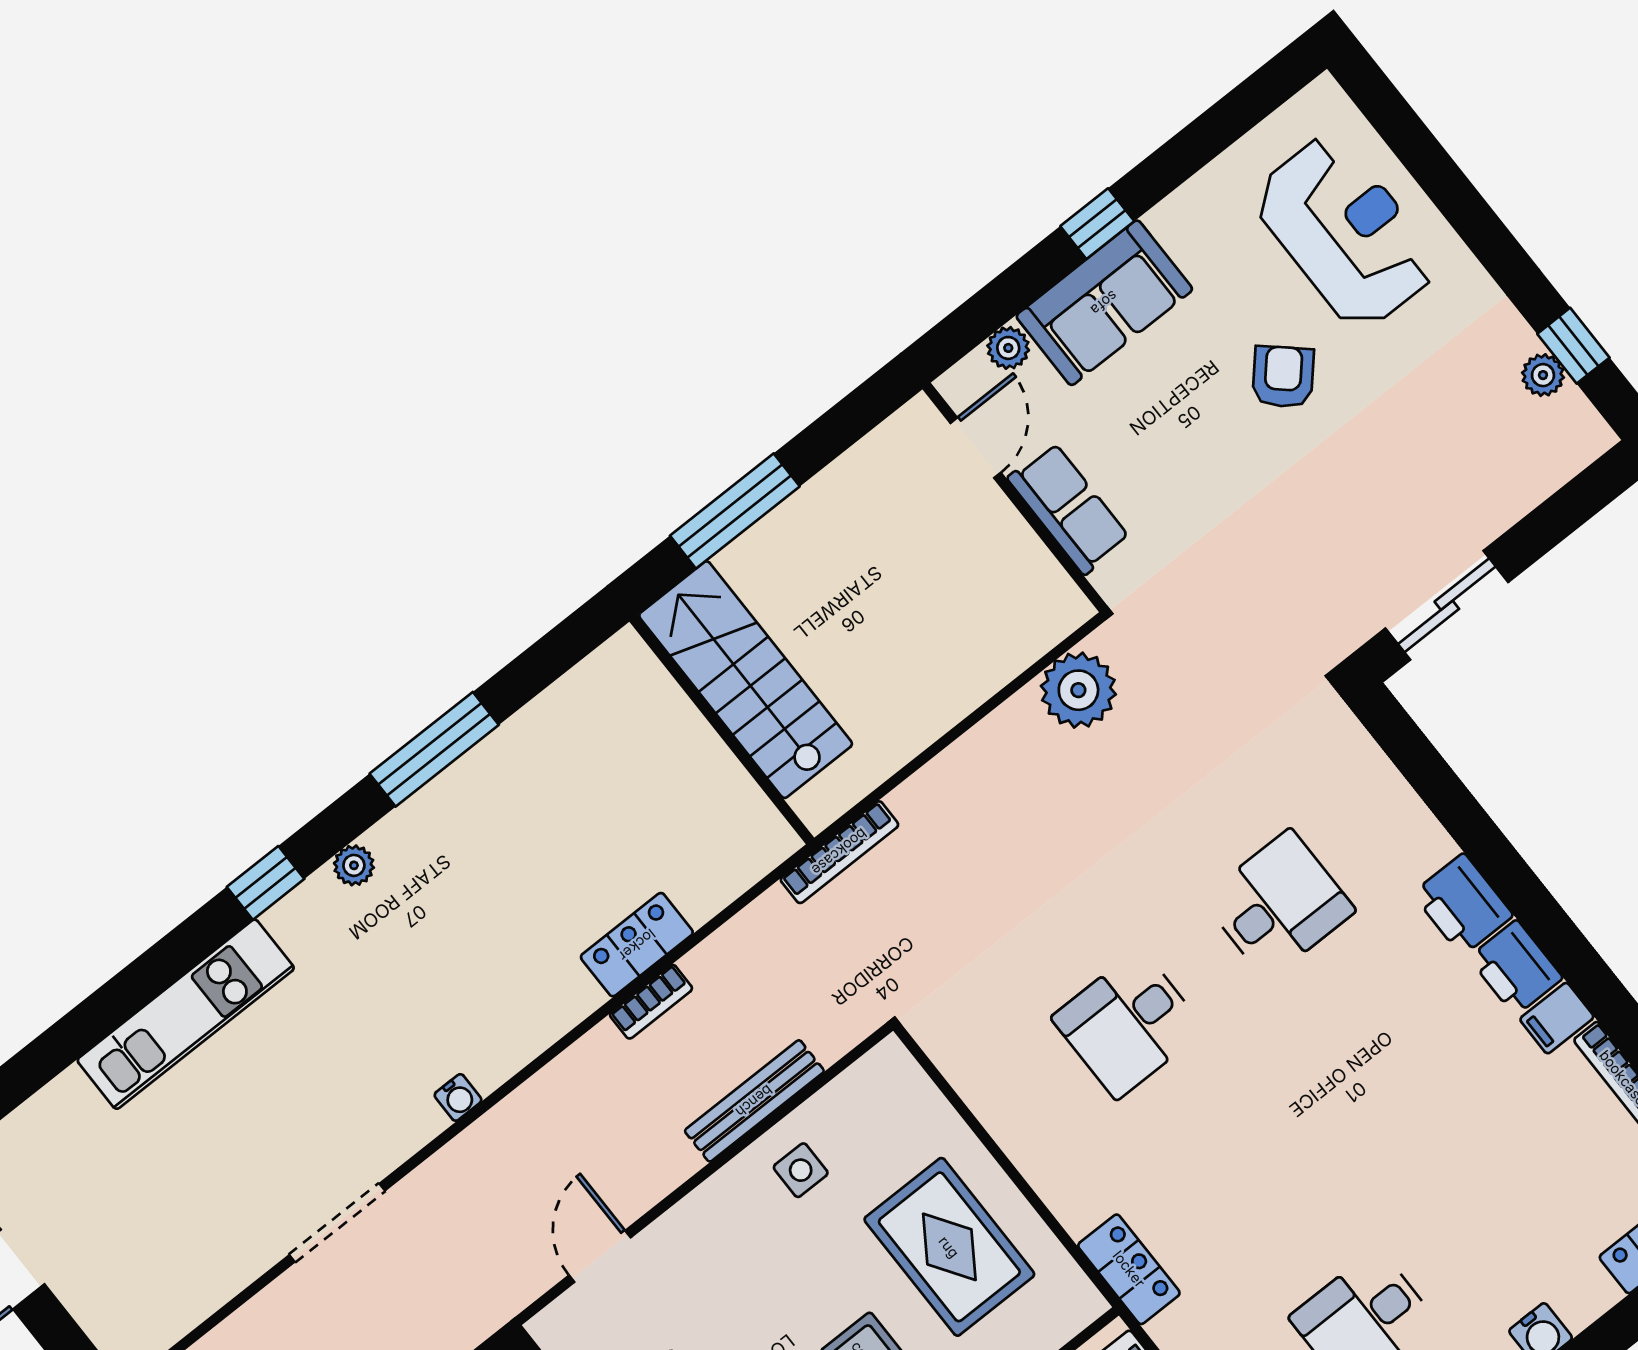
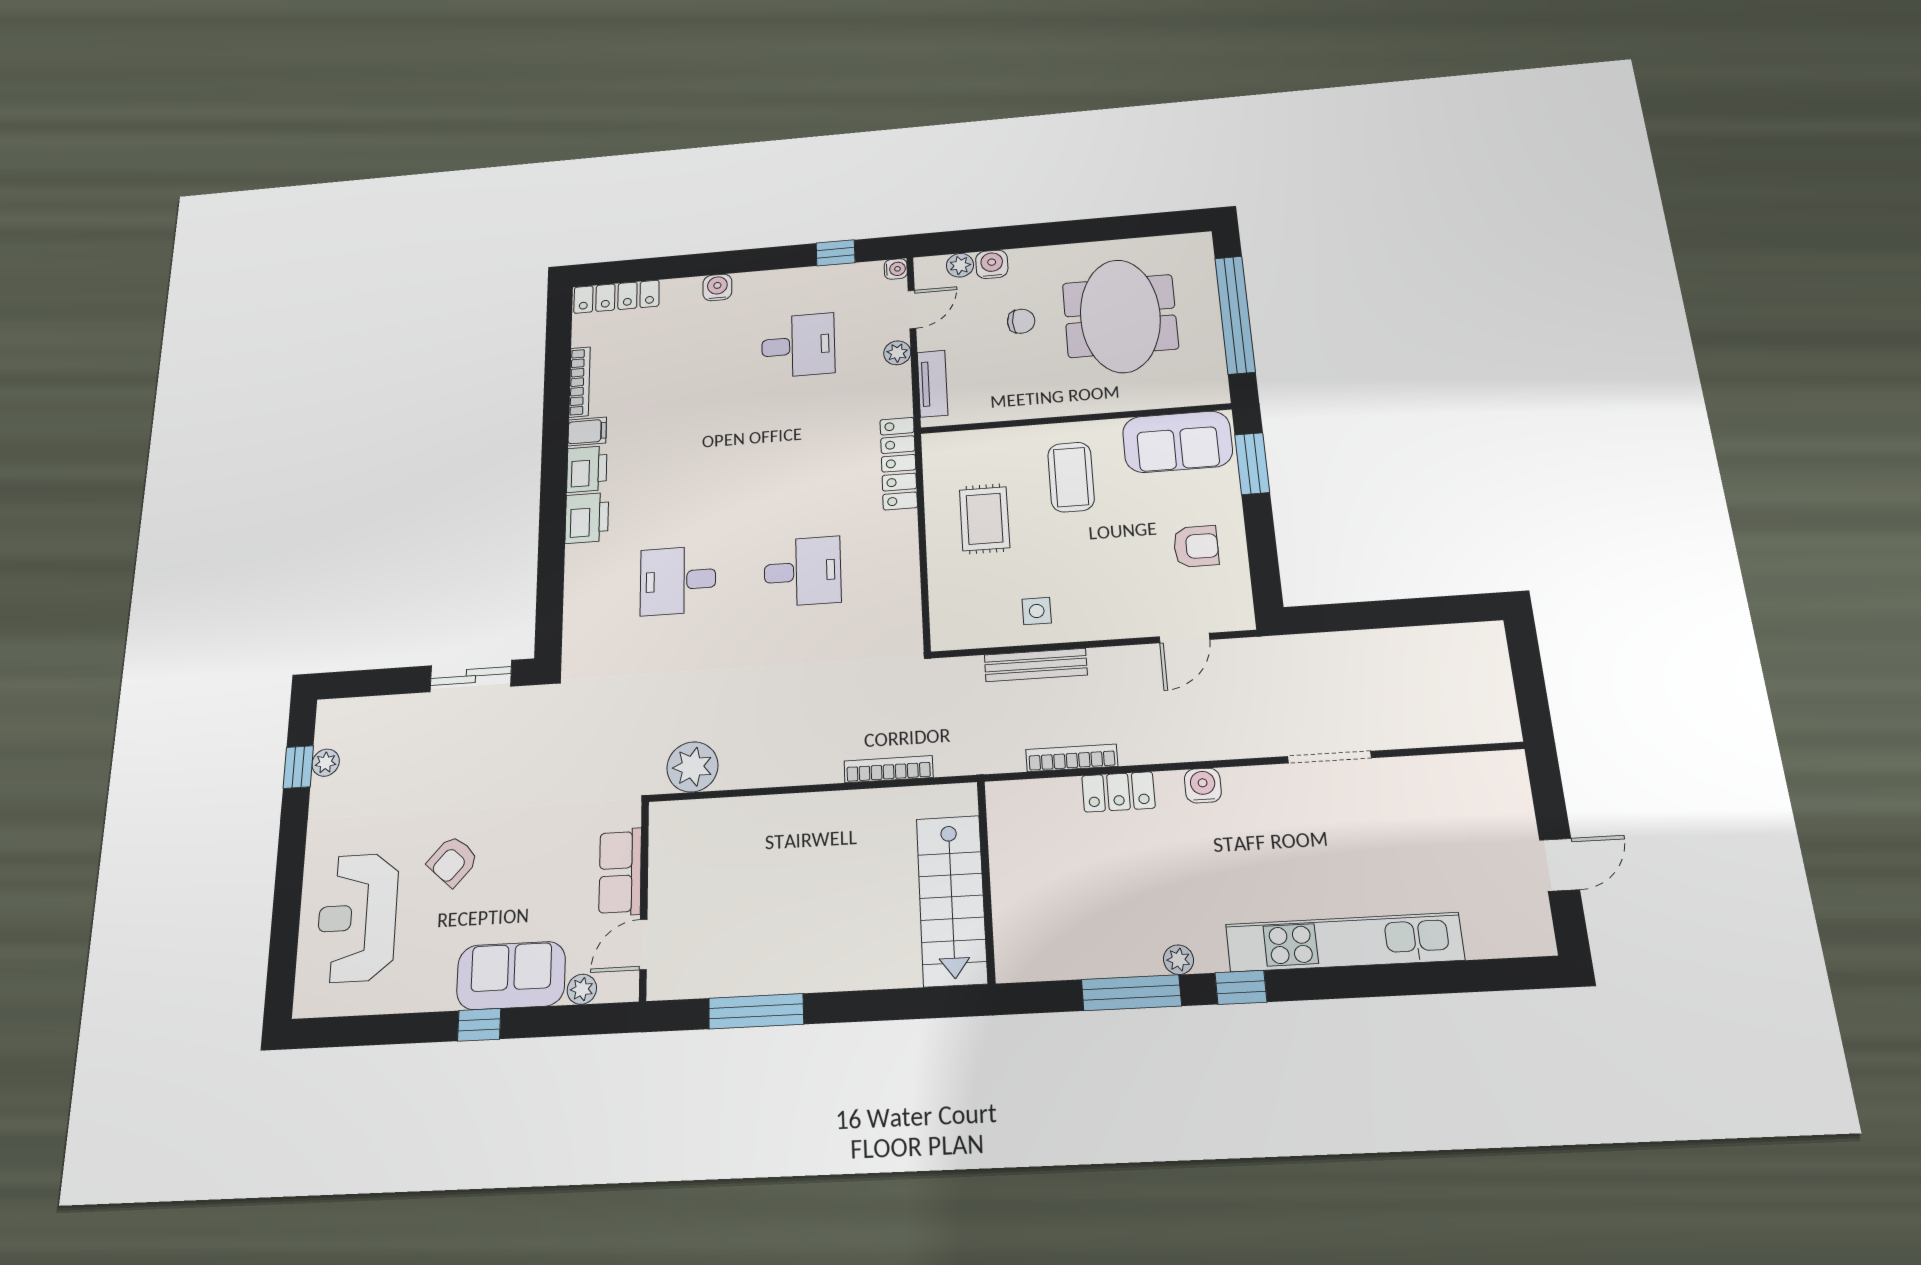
window: (735, 511) -> (756, 1011), moved
stairs: (746, 680) -> (952, 900), moved
wall: (722, 730) -> (986, 881), moved
window: (434, 749) -> (1131, 993), moved
locker: (637, 945) -> (1118, 792), moved
bookcase: (651, 1002) -> (1072, 758), width x1.56
kitchen unit: (186, 1014) -> (1344, 942), width x1.36
water cooler: (458, 1097) -> (1203, 786), width x1.38, depth x1.38
rug: (949, 1247) -> (985, 519), width x0.73, depth x0.70
locker: (1129, 1269) -> (899, 463), width x1.53

